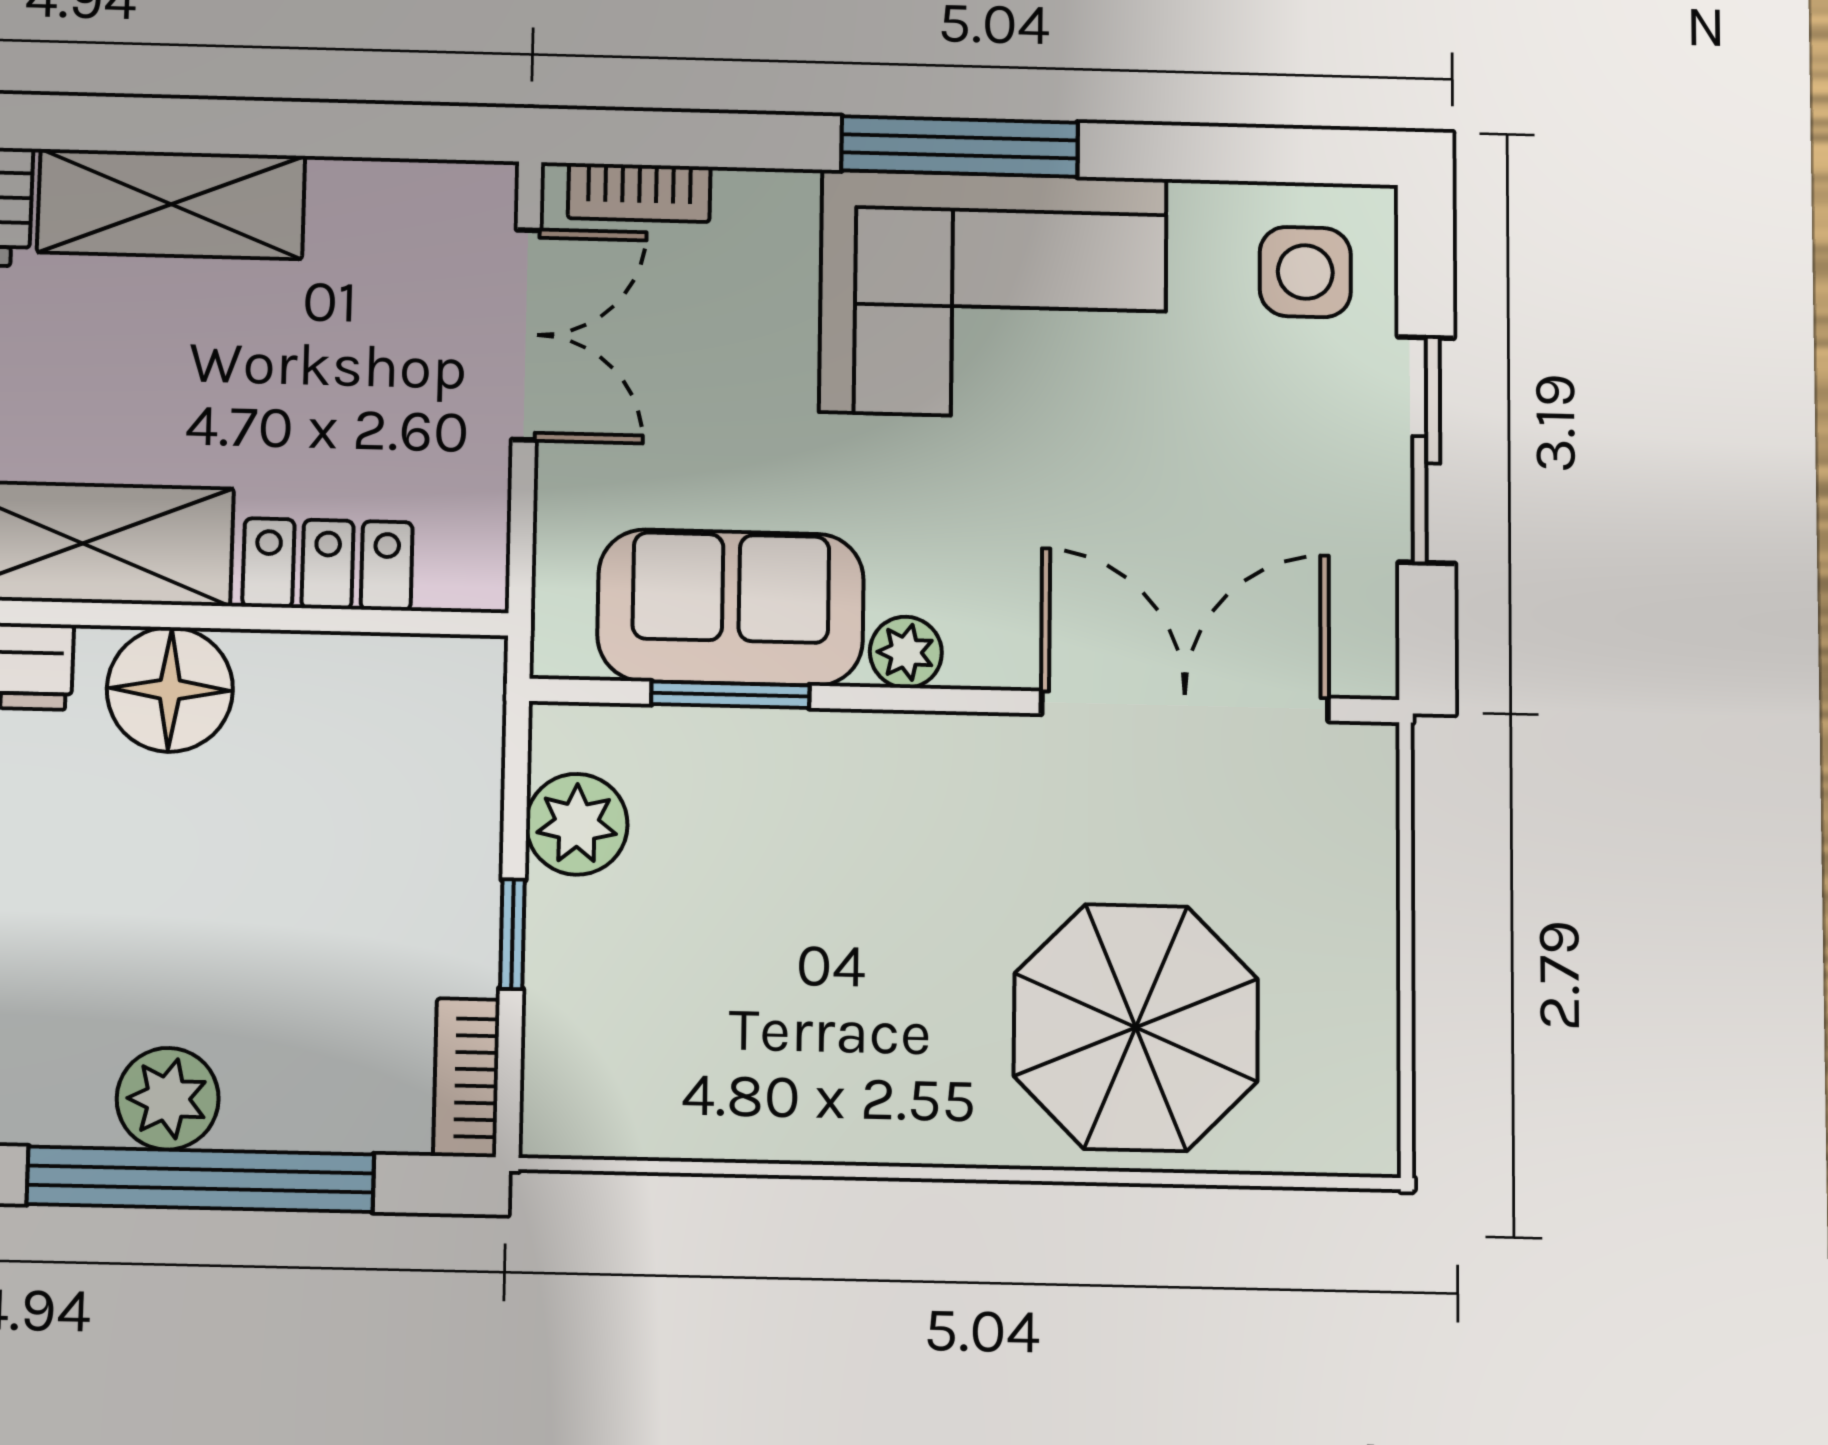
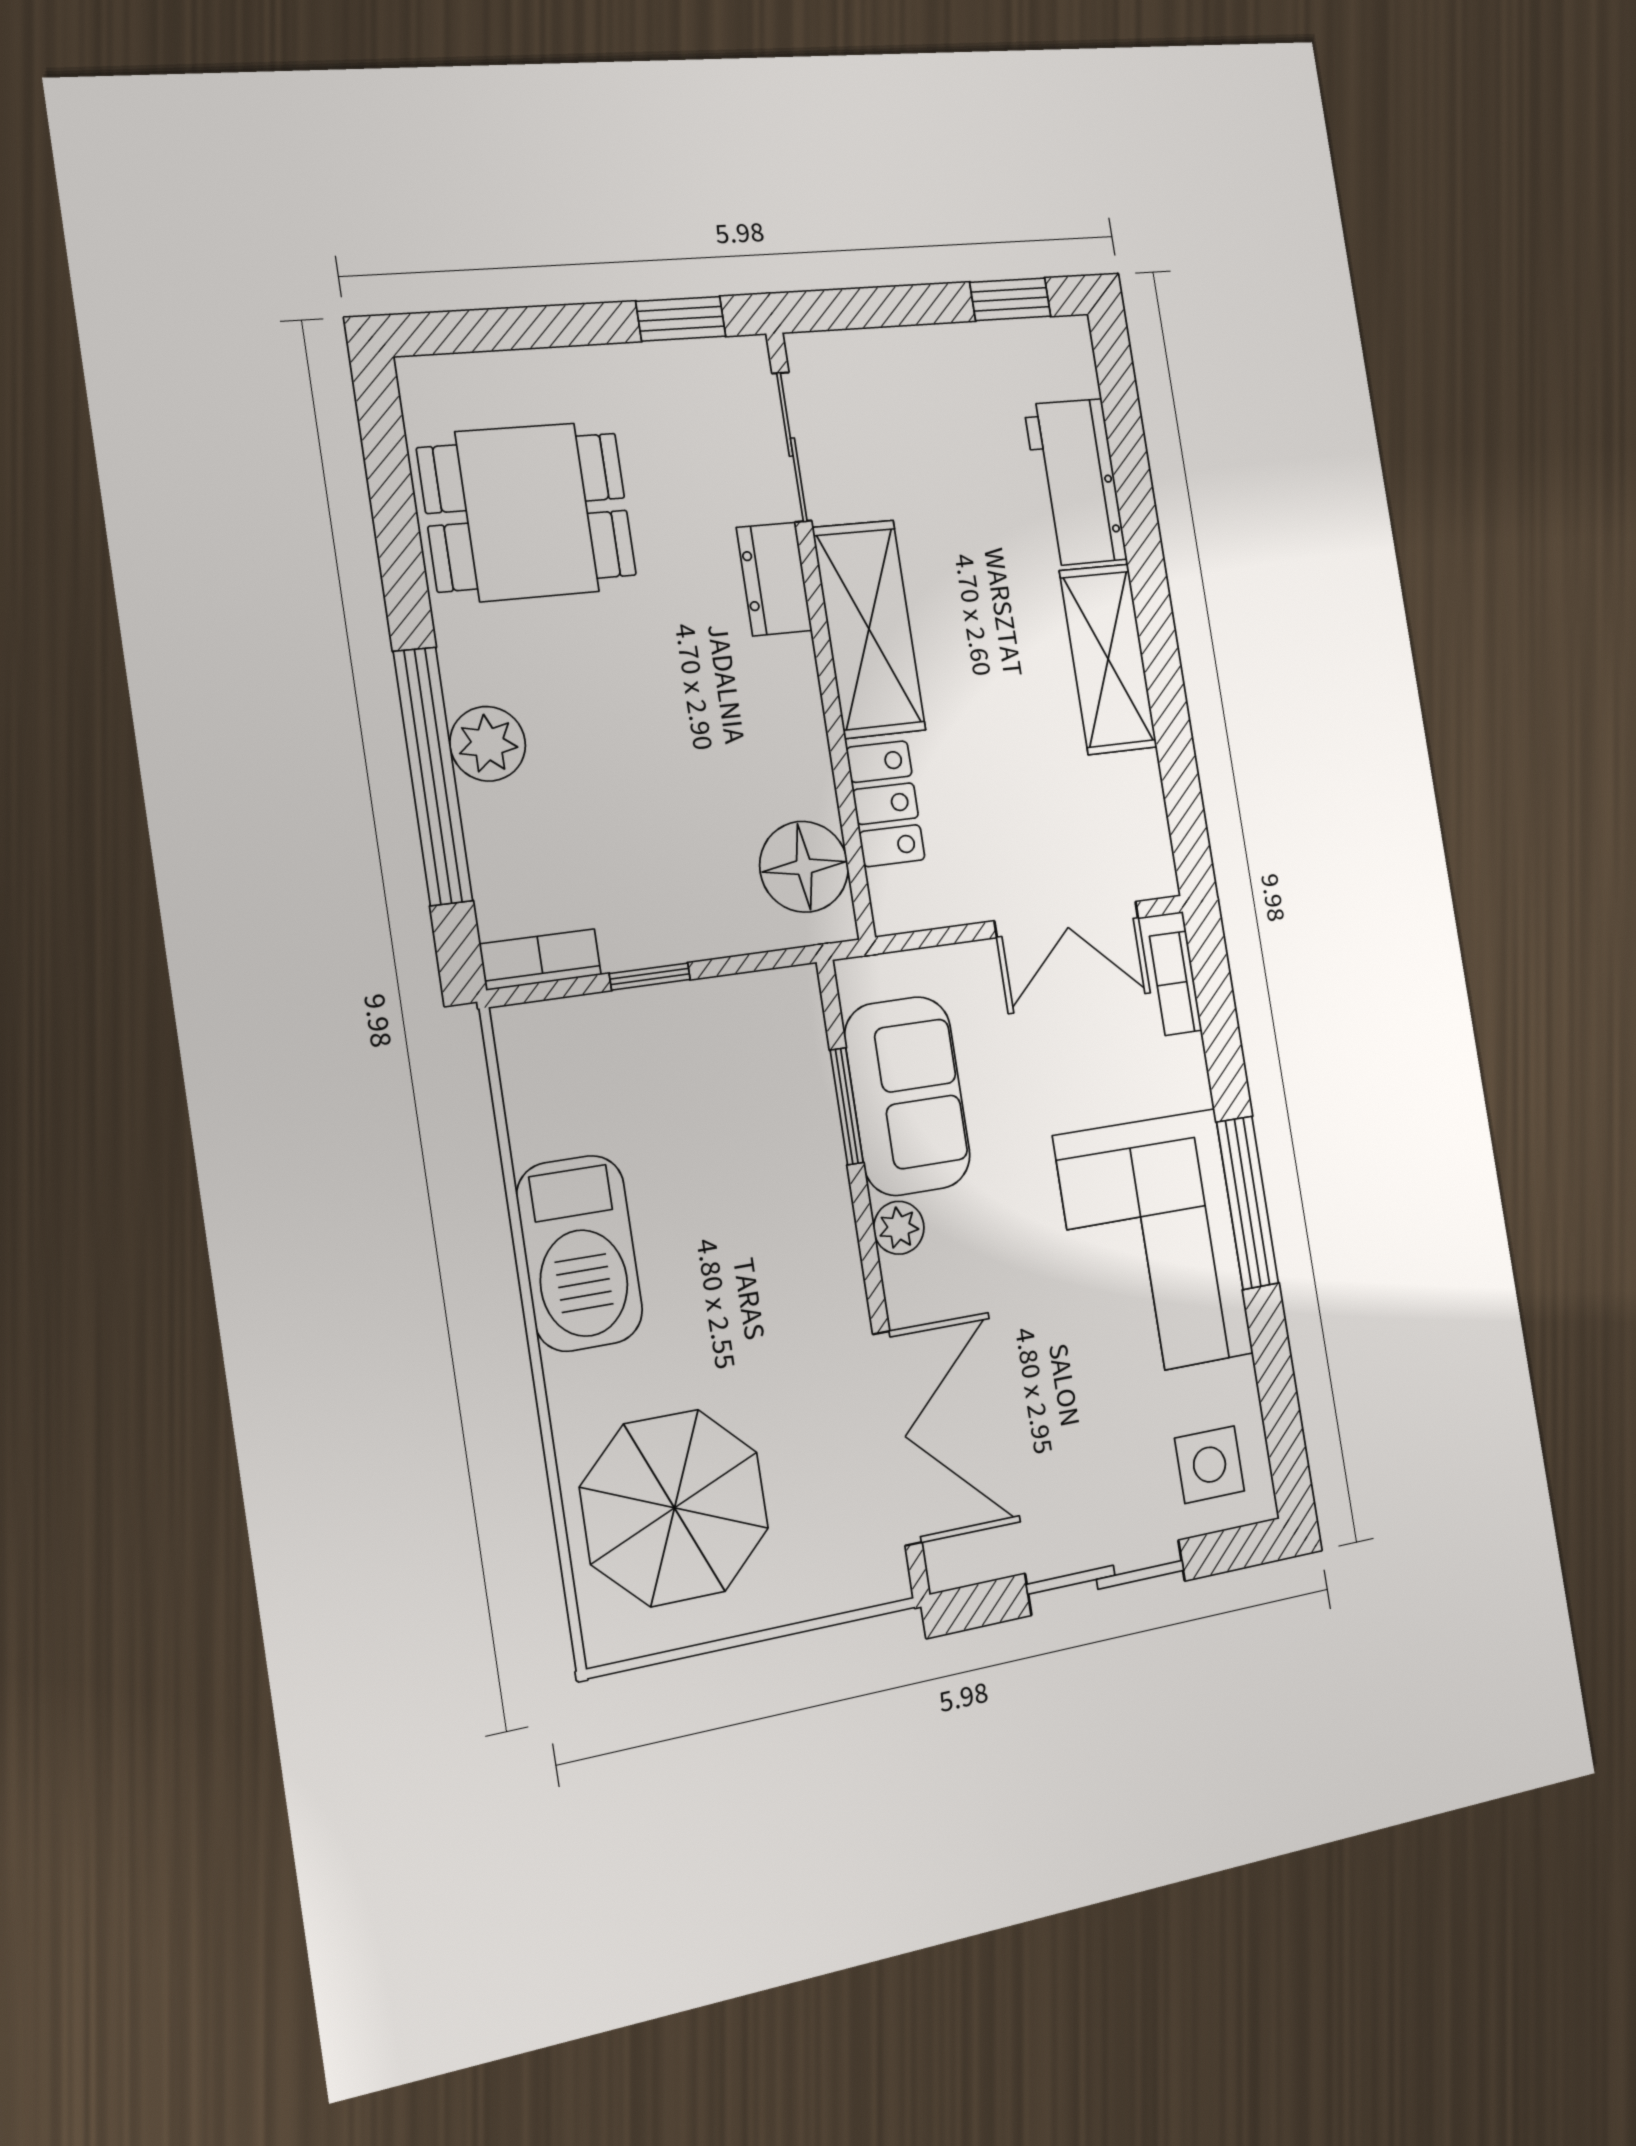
floor lamp: (170, 689) -> (804, 867), moved
plant: (577, 824) -> (736, 1011), removed
parasol: (1136, 1027) -> (675, 1508), moved
barbecue: (862, 1092) -> (580, 1253), added

